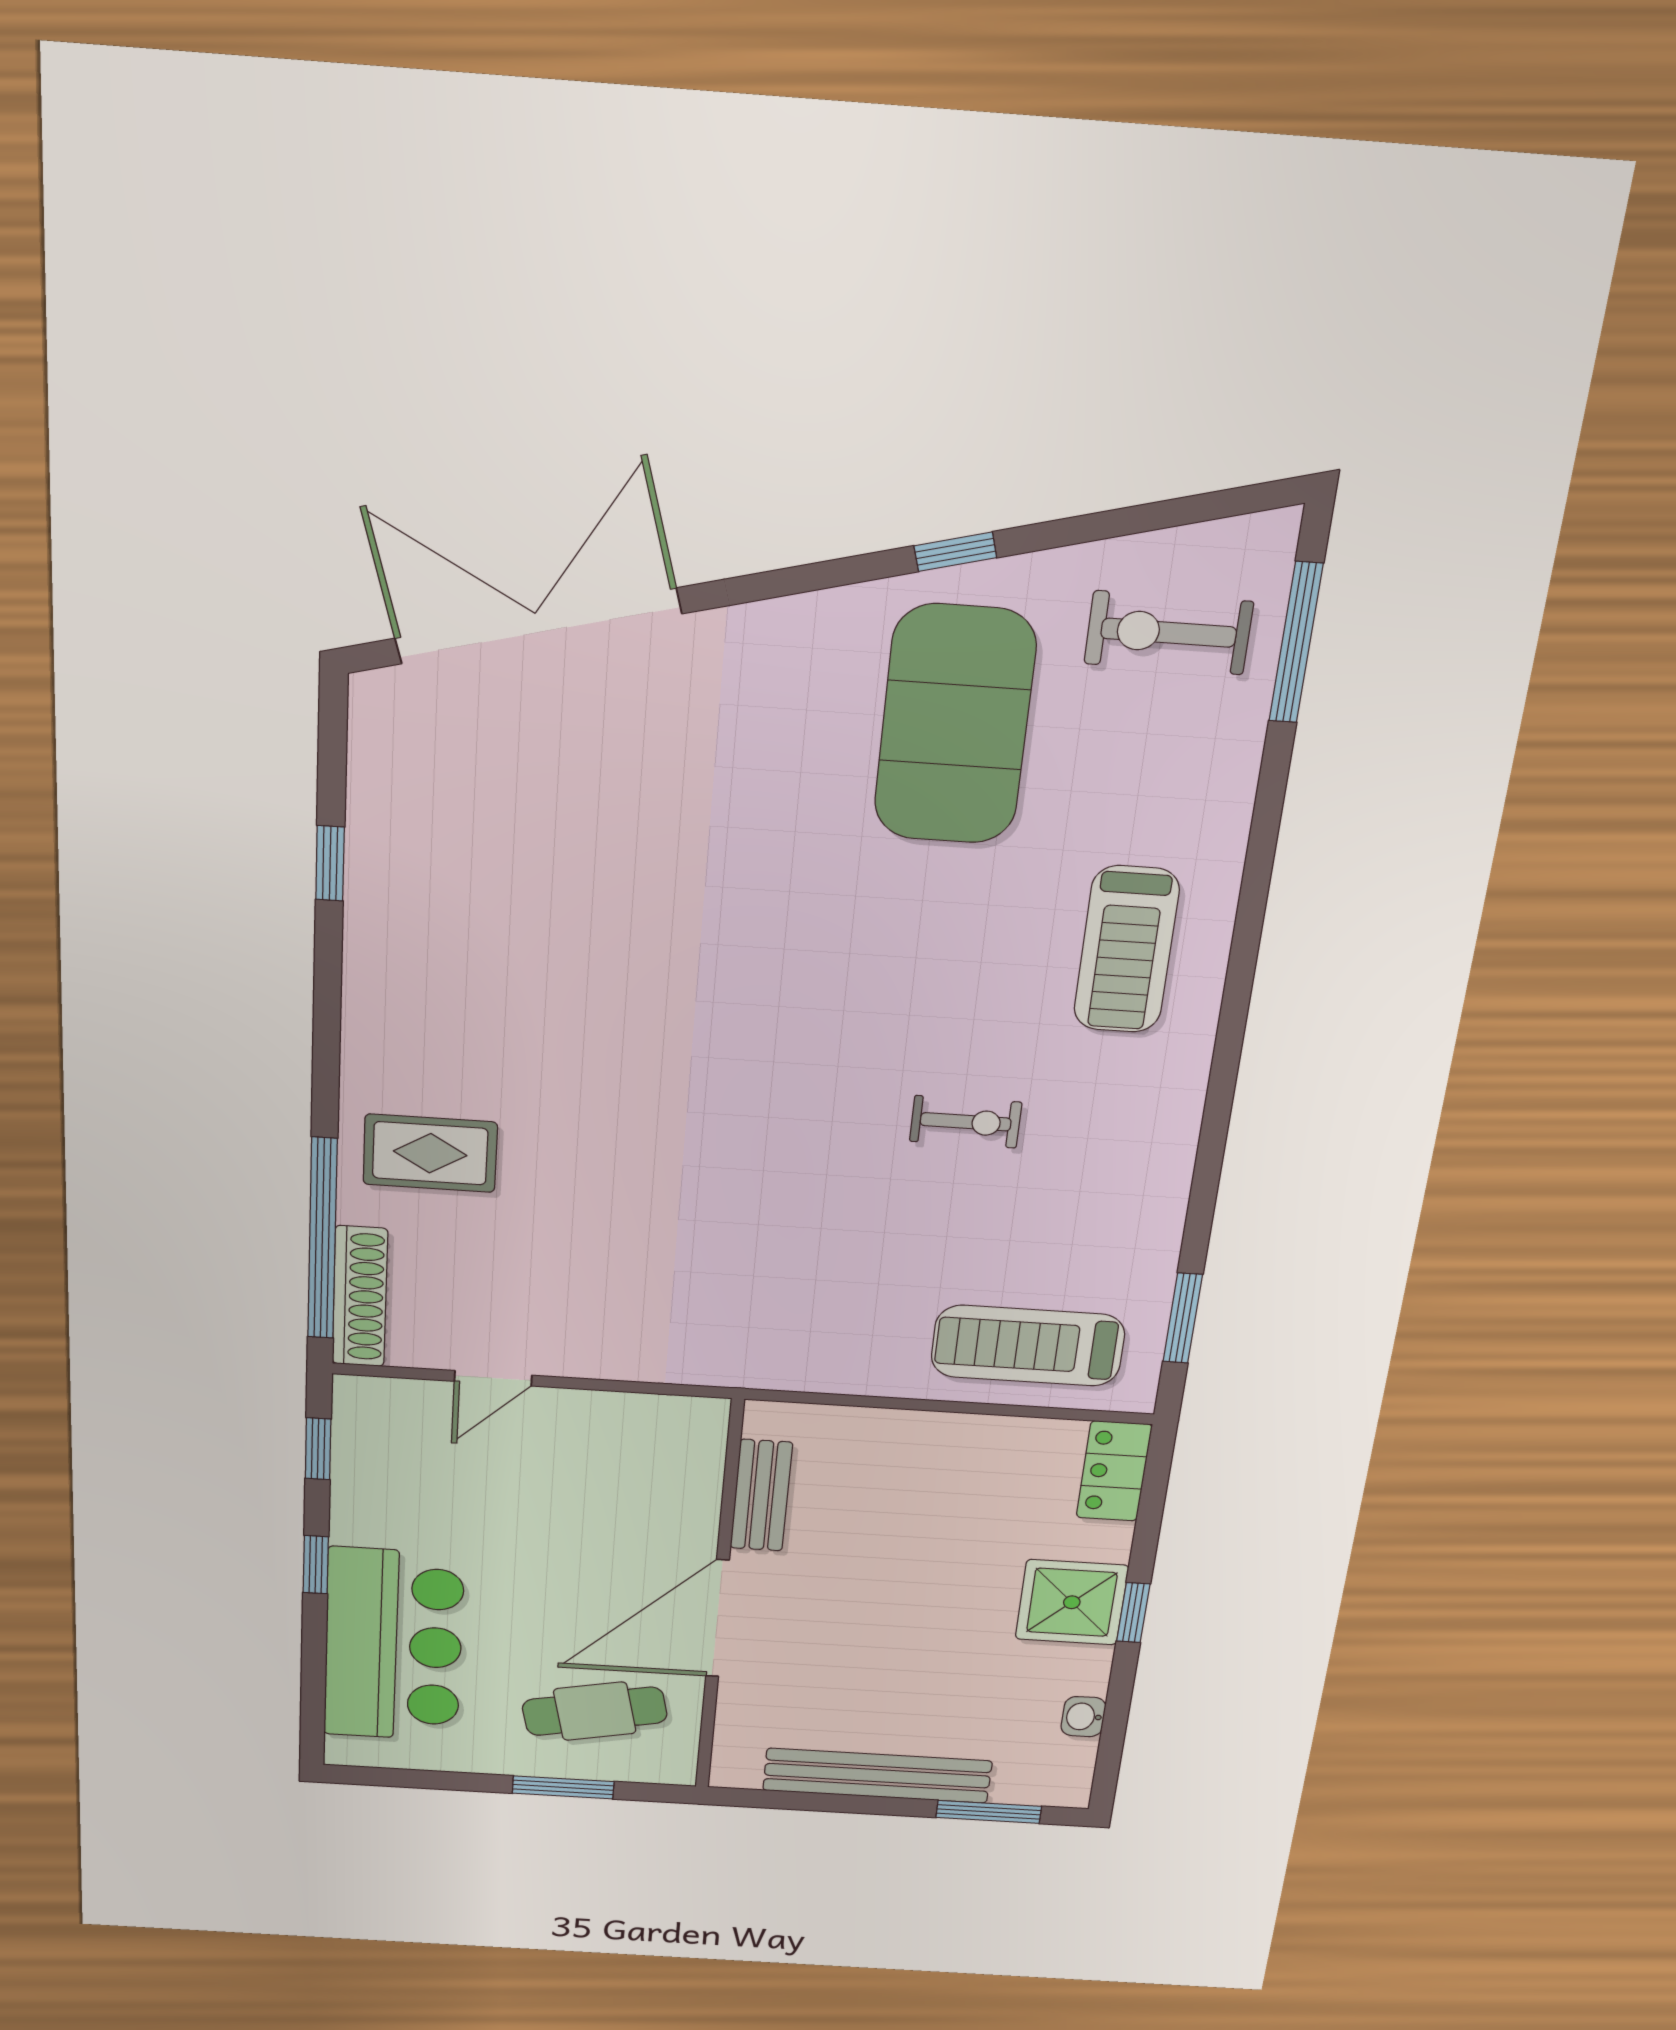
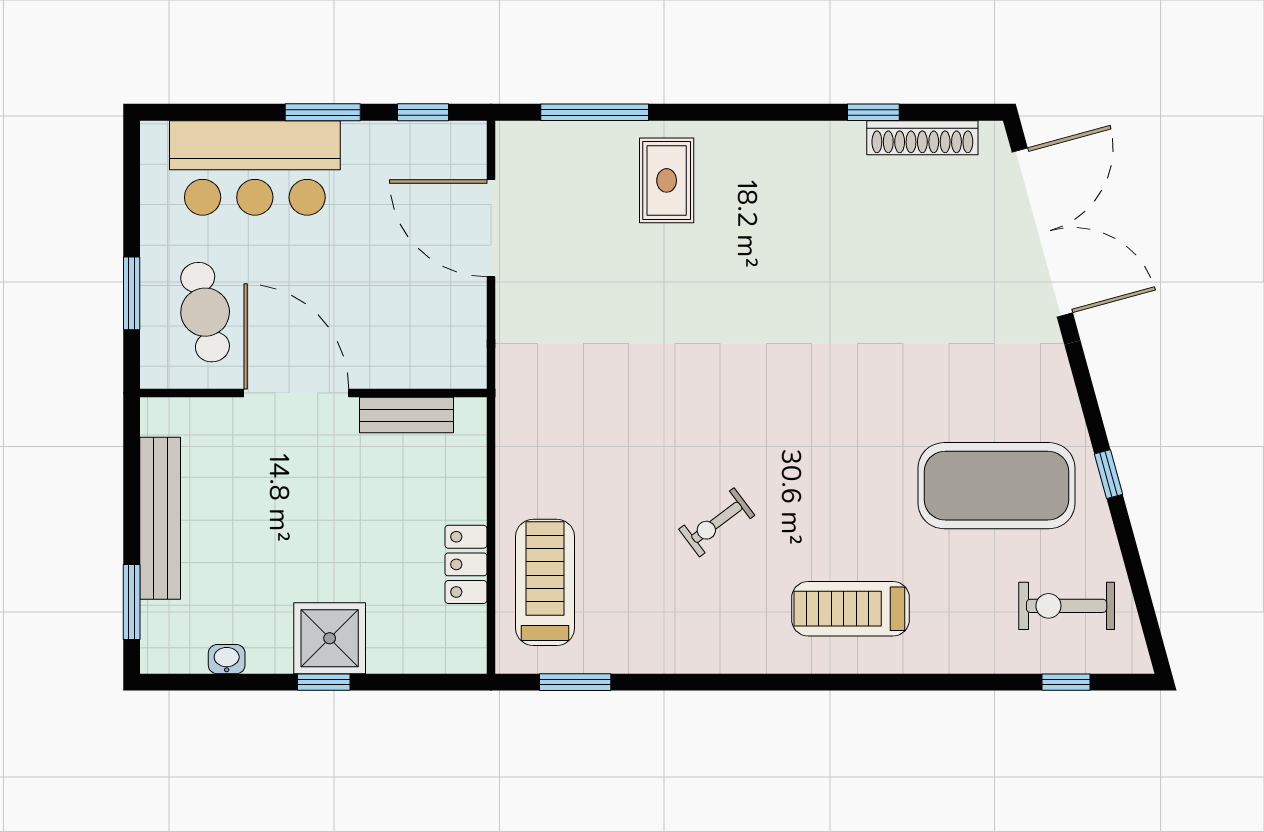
exercise bike: (1169, 633) -> (1067, 606), turned -90
window: (1296, 643) -> (1066, 682), width x0.46
exercise bike: (966, 1122) -> (717, 522), turned 53
window: (322, 1239) -> (595, 112), width x0.68
shoe rack: (360, 1297) -> (922, 138), moved
door: (493, 1378) -> (491, 228), width x1.88
locker: (1114, 1471) -> (466, 564), moved, turned -90
window: (316, 1565) -> (323, 112), width x1.50

